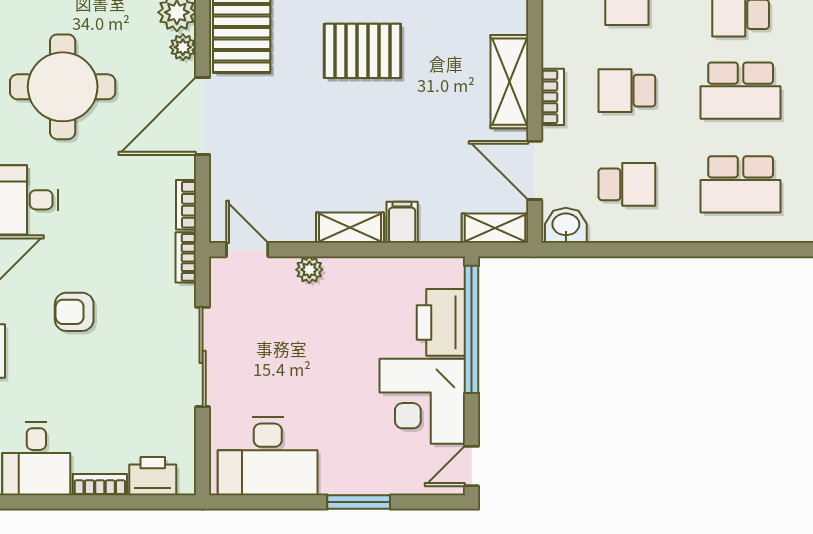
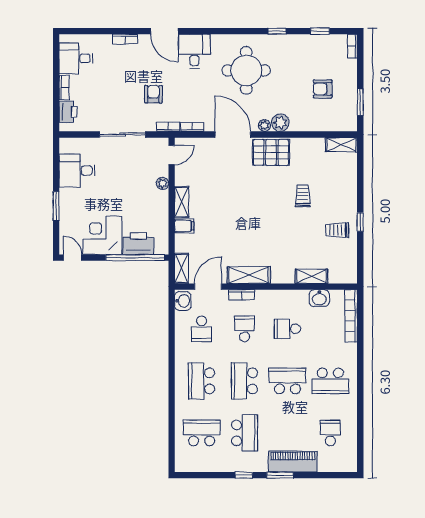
pallet: (362, 51) -> (263, 208), removed
armchair: (74, 312) -> (153, 94), moved
desk: (268, 456) -> (77, 171), width x0.73

